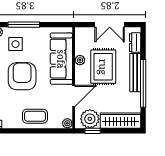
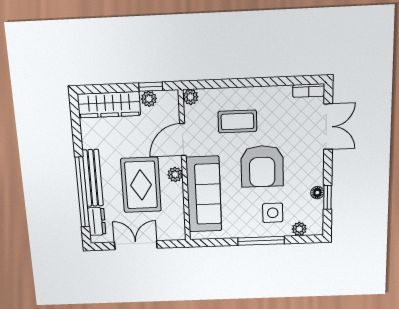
plant: (80, 60) -> (175, 174), moved
window: (143, 83) -> (82, 192), moved
coffee table: (35, 116) -> (237, 121), moved
plant: (90, 119) -> (149, 99), width x0.53, depth x0.53

